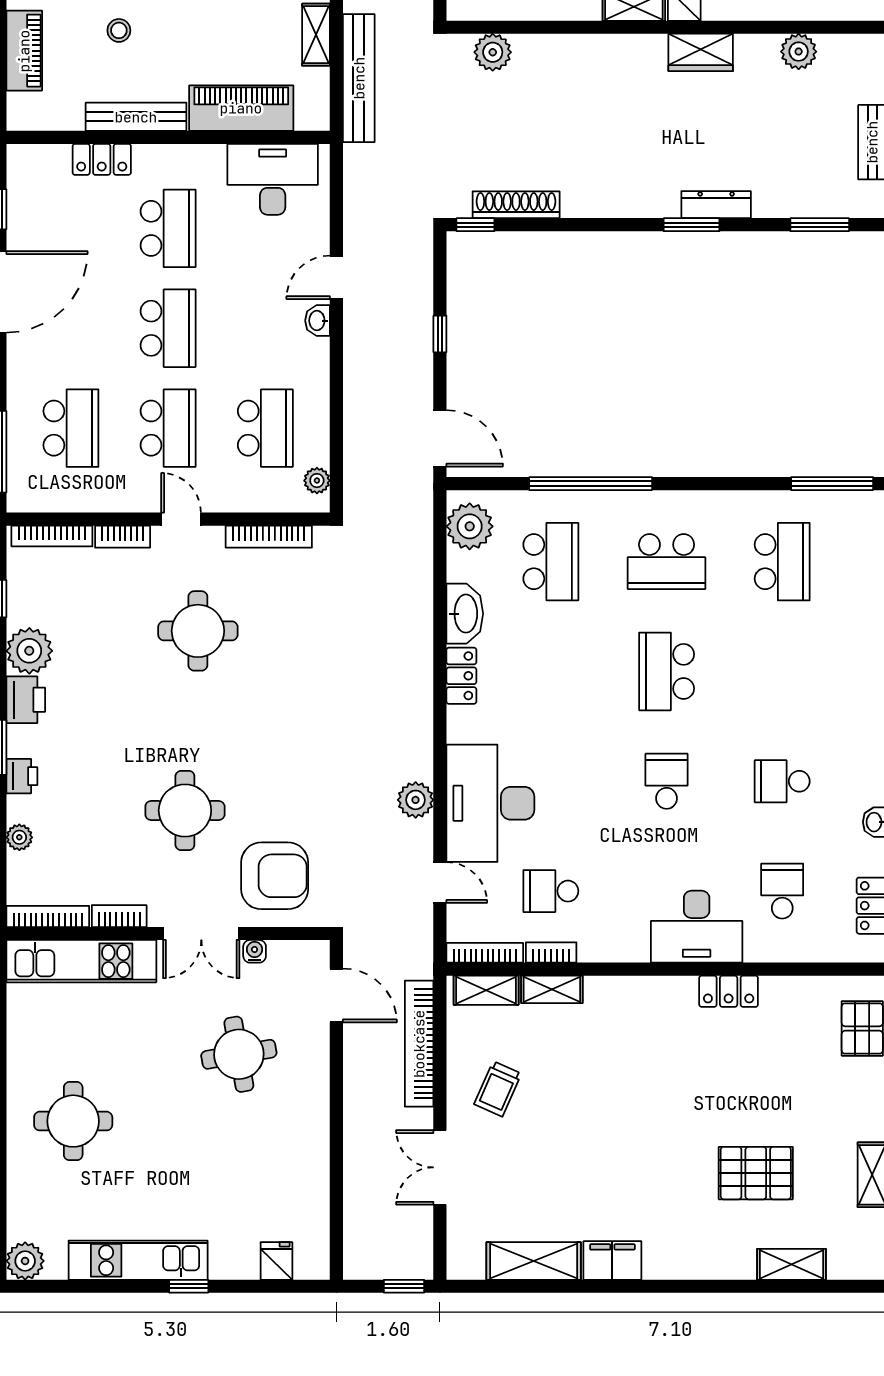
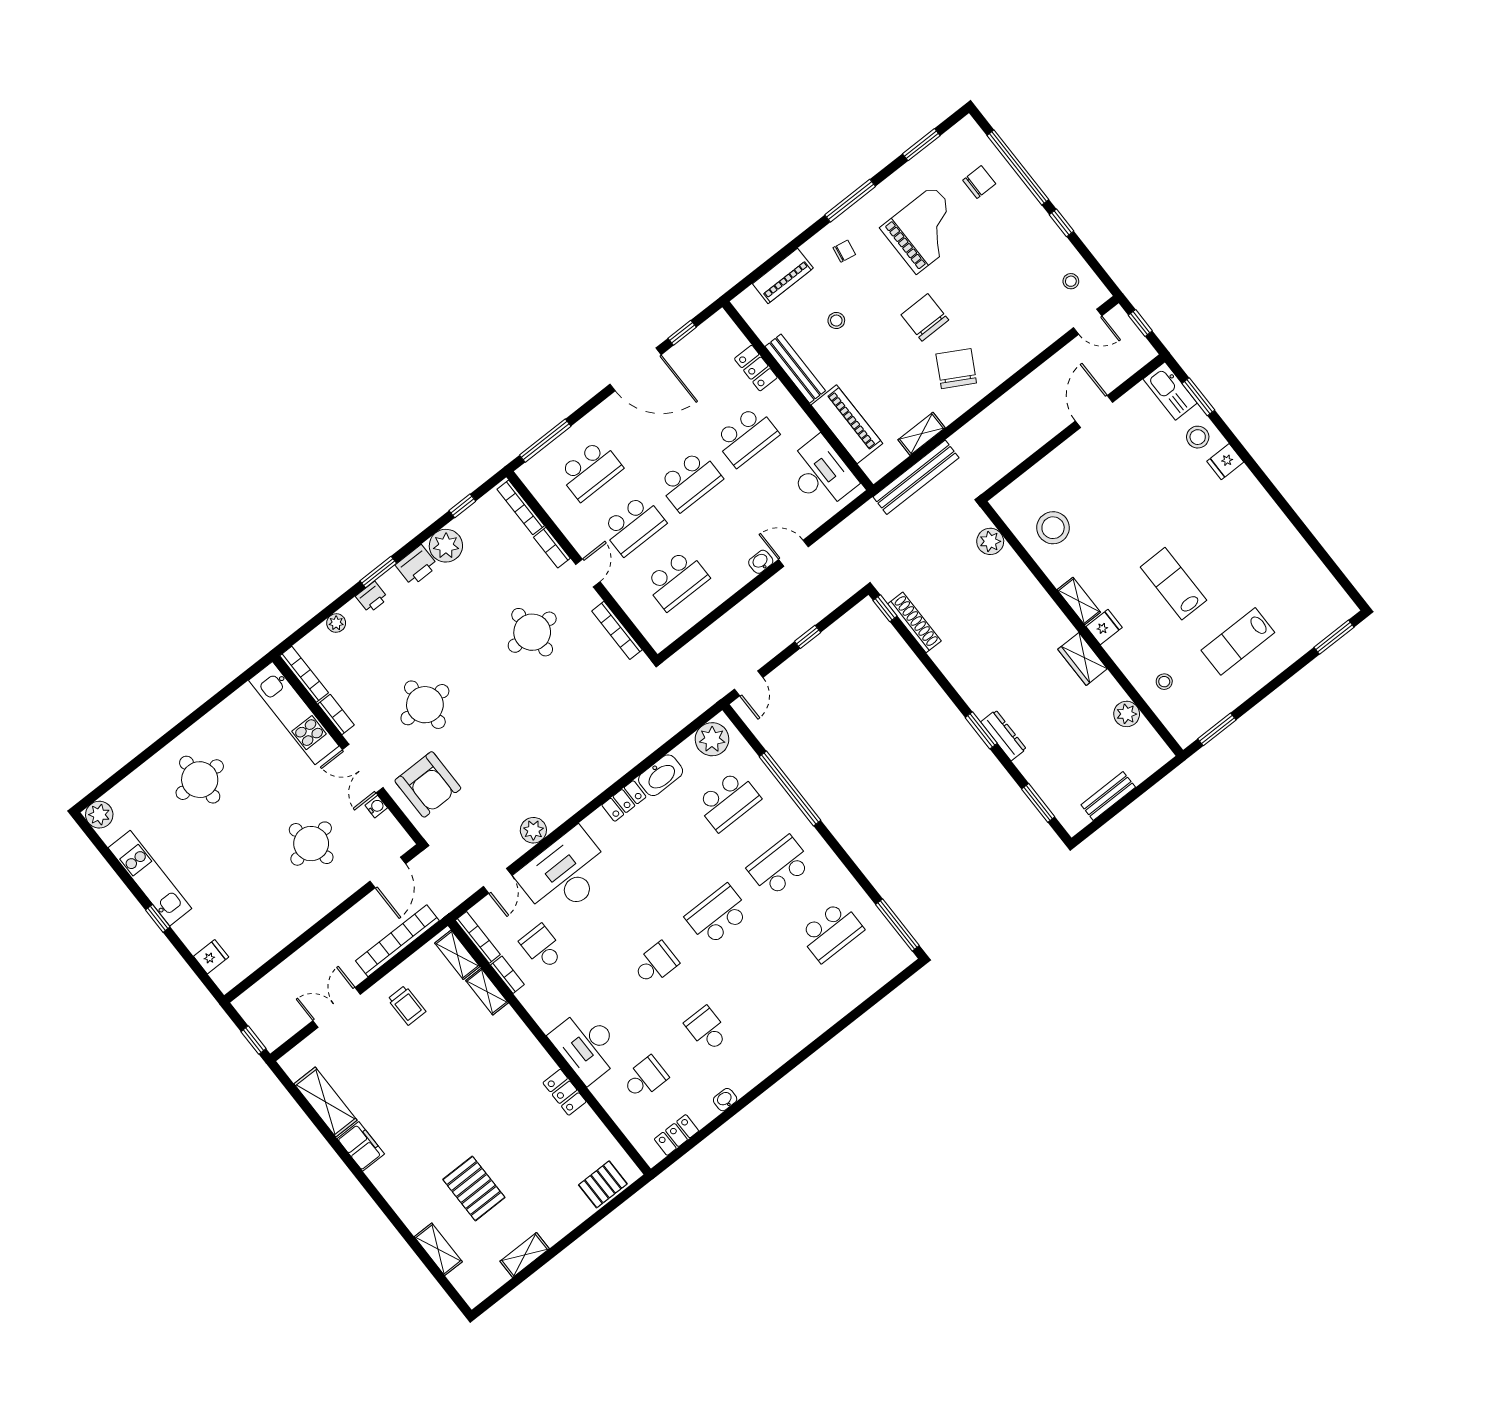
door: (440, 438) -> (749, 683), width x0.73
plant: (317, 481) -> (670, 633), removed
school desk: (667, 562) -> (780, 866), turned 90
trolley: (498, 1089) -> (407, 1005), turned -114

